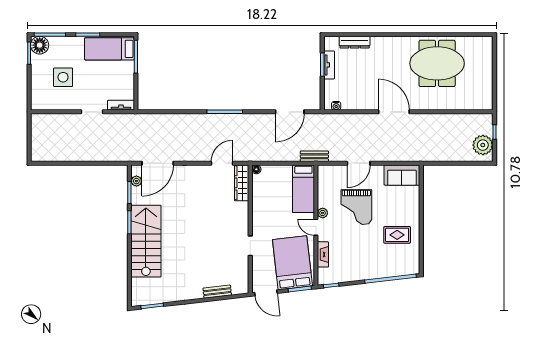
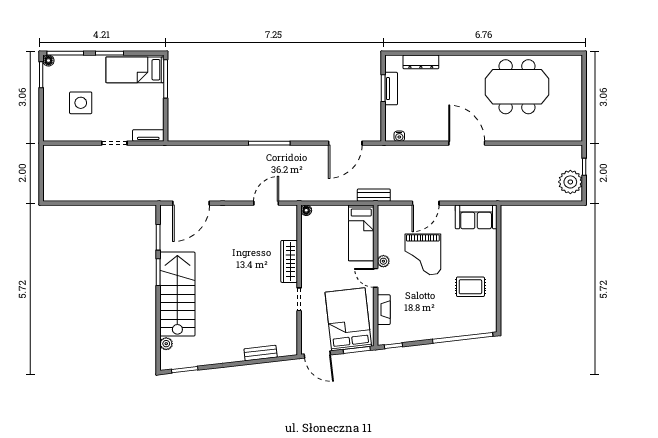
floor lamp: (40, 45) -> (48, 61), width x0.53, depth x0.53
plant: (136, 181) -> (166, 344), moved
wardrobe: (242, 183) -> (289, 261), moved

